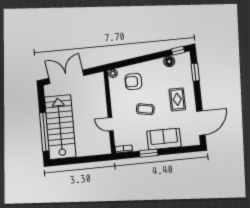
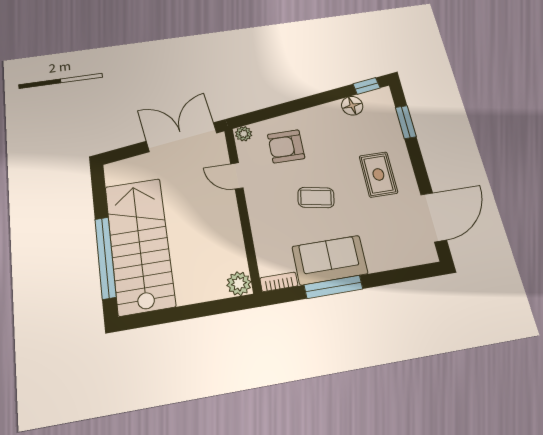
double door: (66, 77) -> (182, 137), moved
door: (111, 124) -> (237, 176), moved
sofa: (164, 139) -> (330, 260), moved
plant: (105, 148) -> (239, 284), added
window: (149, 153) -> (333, 287), width x1.44

